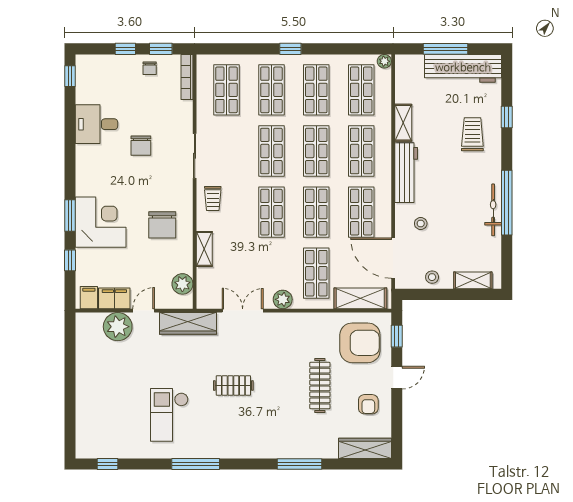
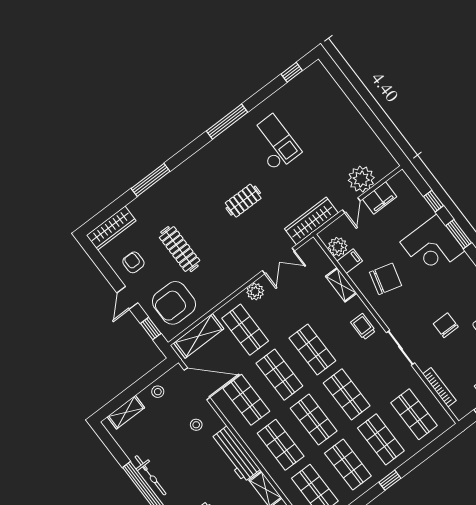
bookcase: (187, 77) -> (439, 387), moved
chair: (162, 225) -> (386, 279), turned 105
filing cabinet: (89, 298) -> (350, 261), moved, turned -90

